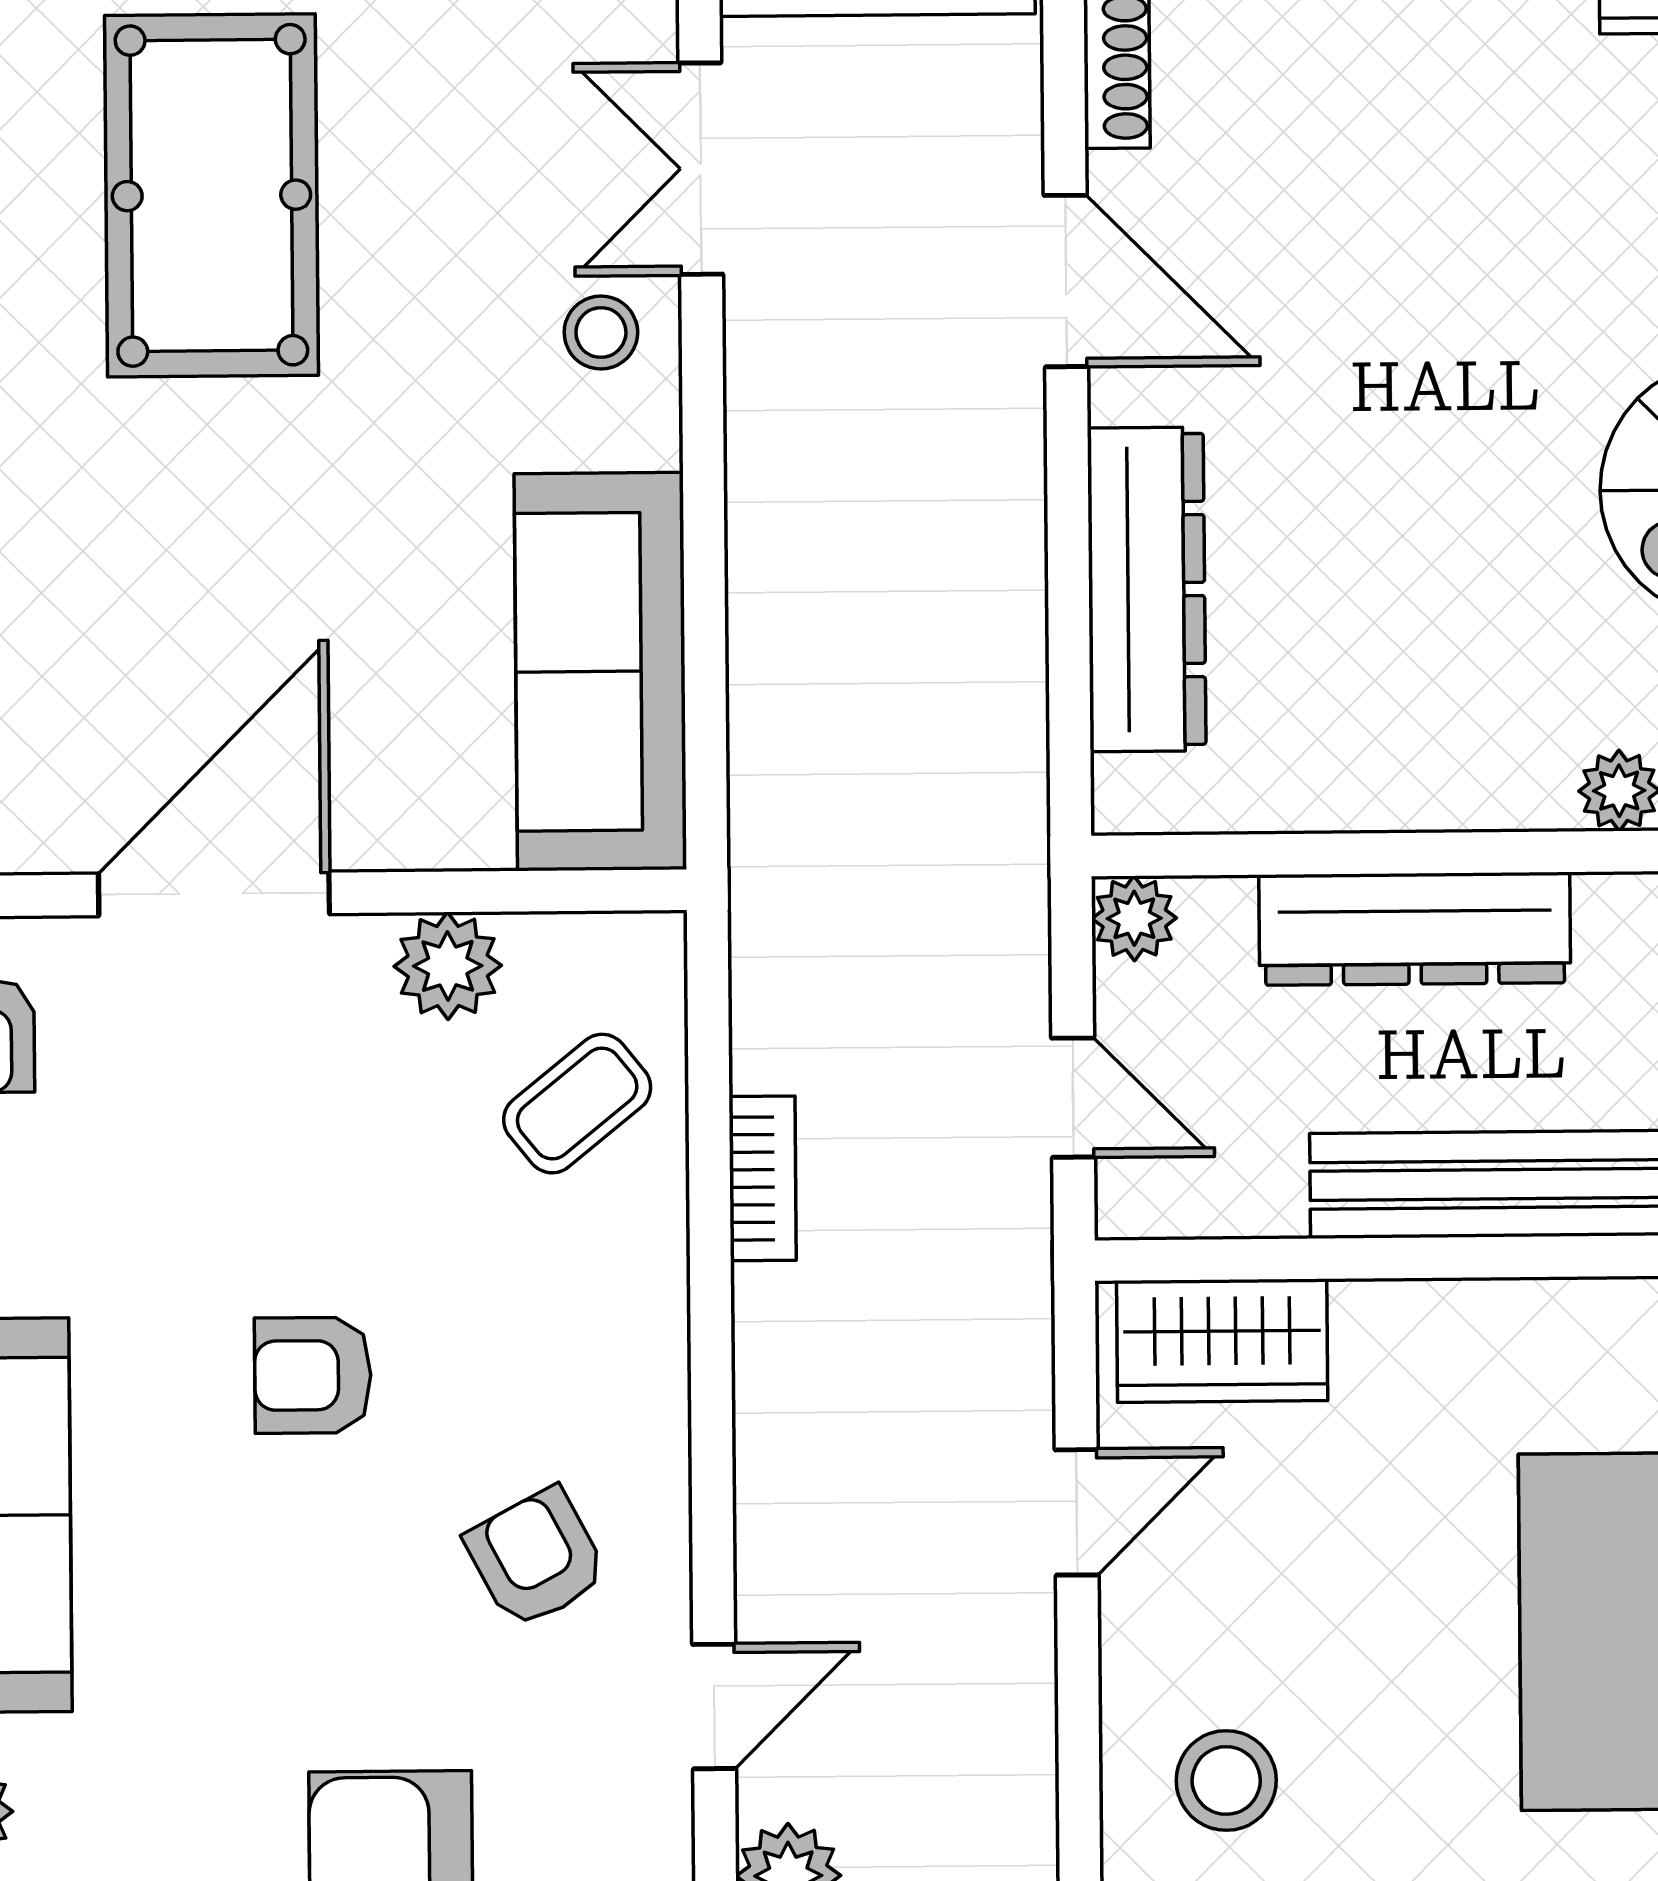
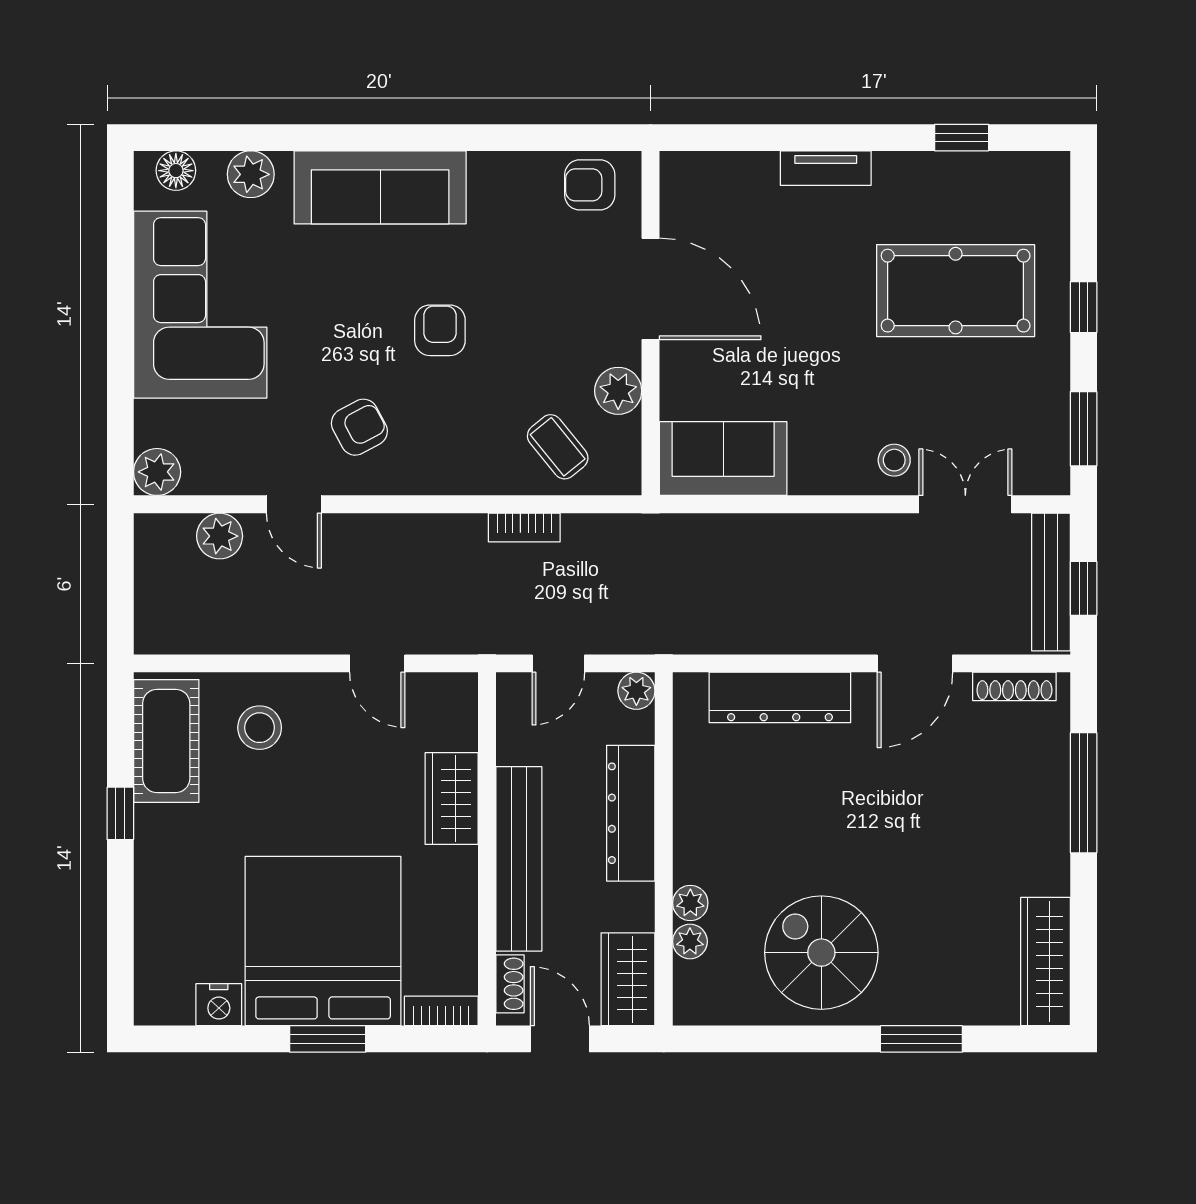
sofa: (600, 672) -> (723, 459), width x0.73
wardrobe: (1222, 1341) -> (452, 799), moved

